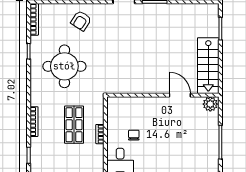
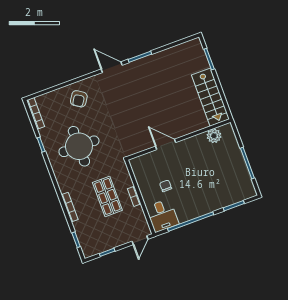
door: (180, 95) -> (166, 144), moved
plant: (210, 104) -> (214, 136), moved

